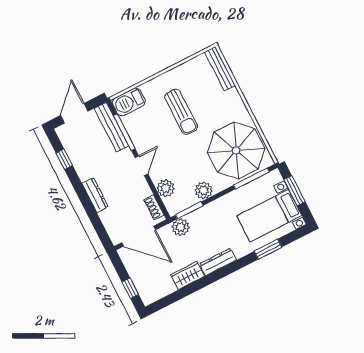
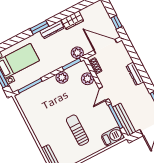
parasol: (236, 150) -> (40, 104), removed
window: (268, 249) -> (39, 27), moved
window: (130, 288) -> (116, 22), moved

